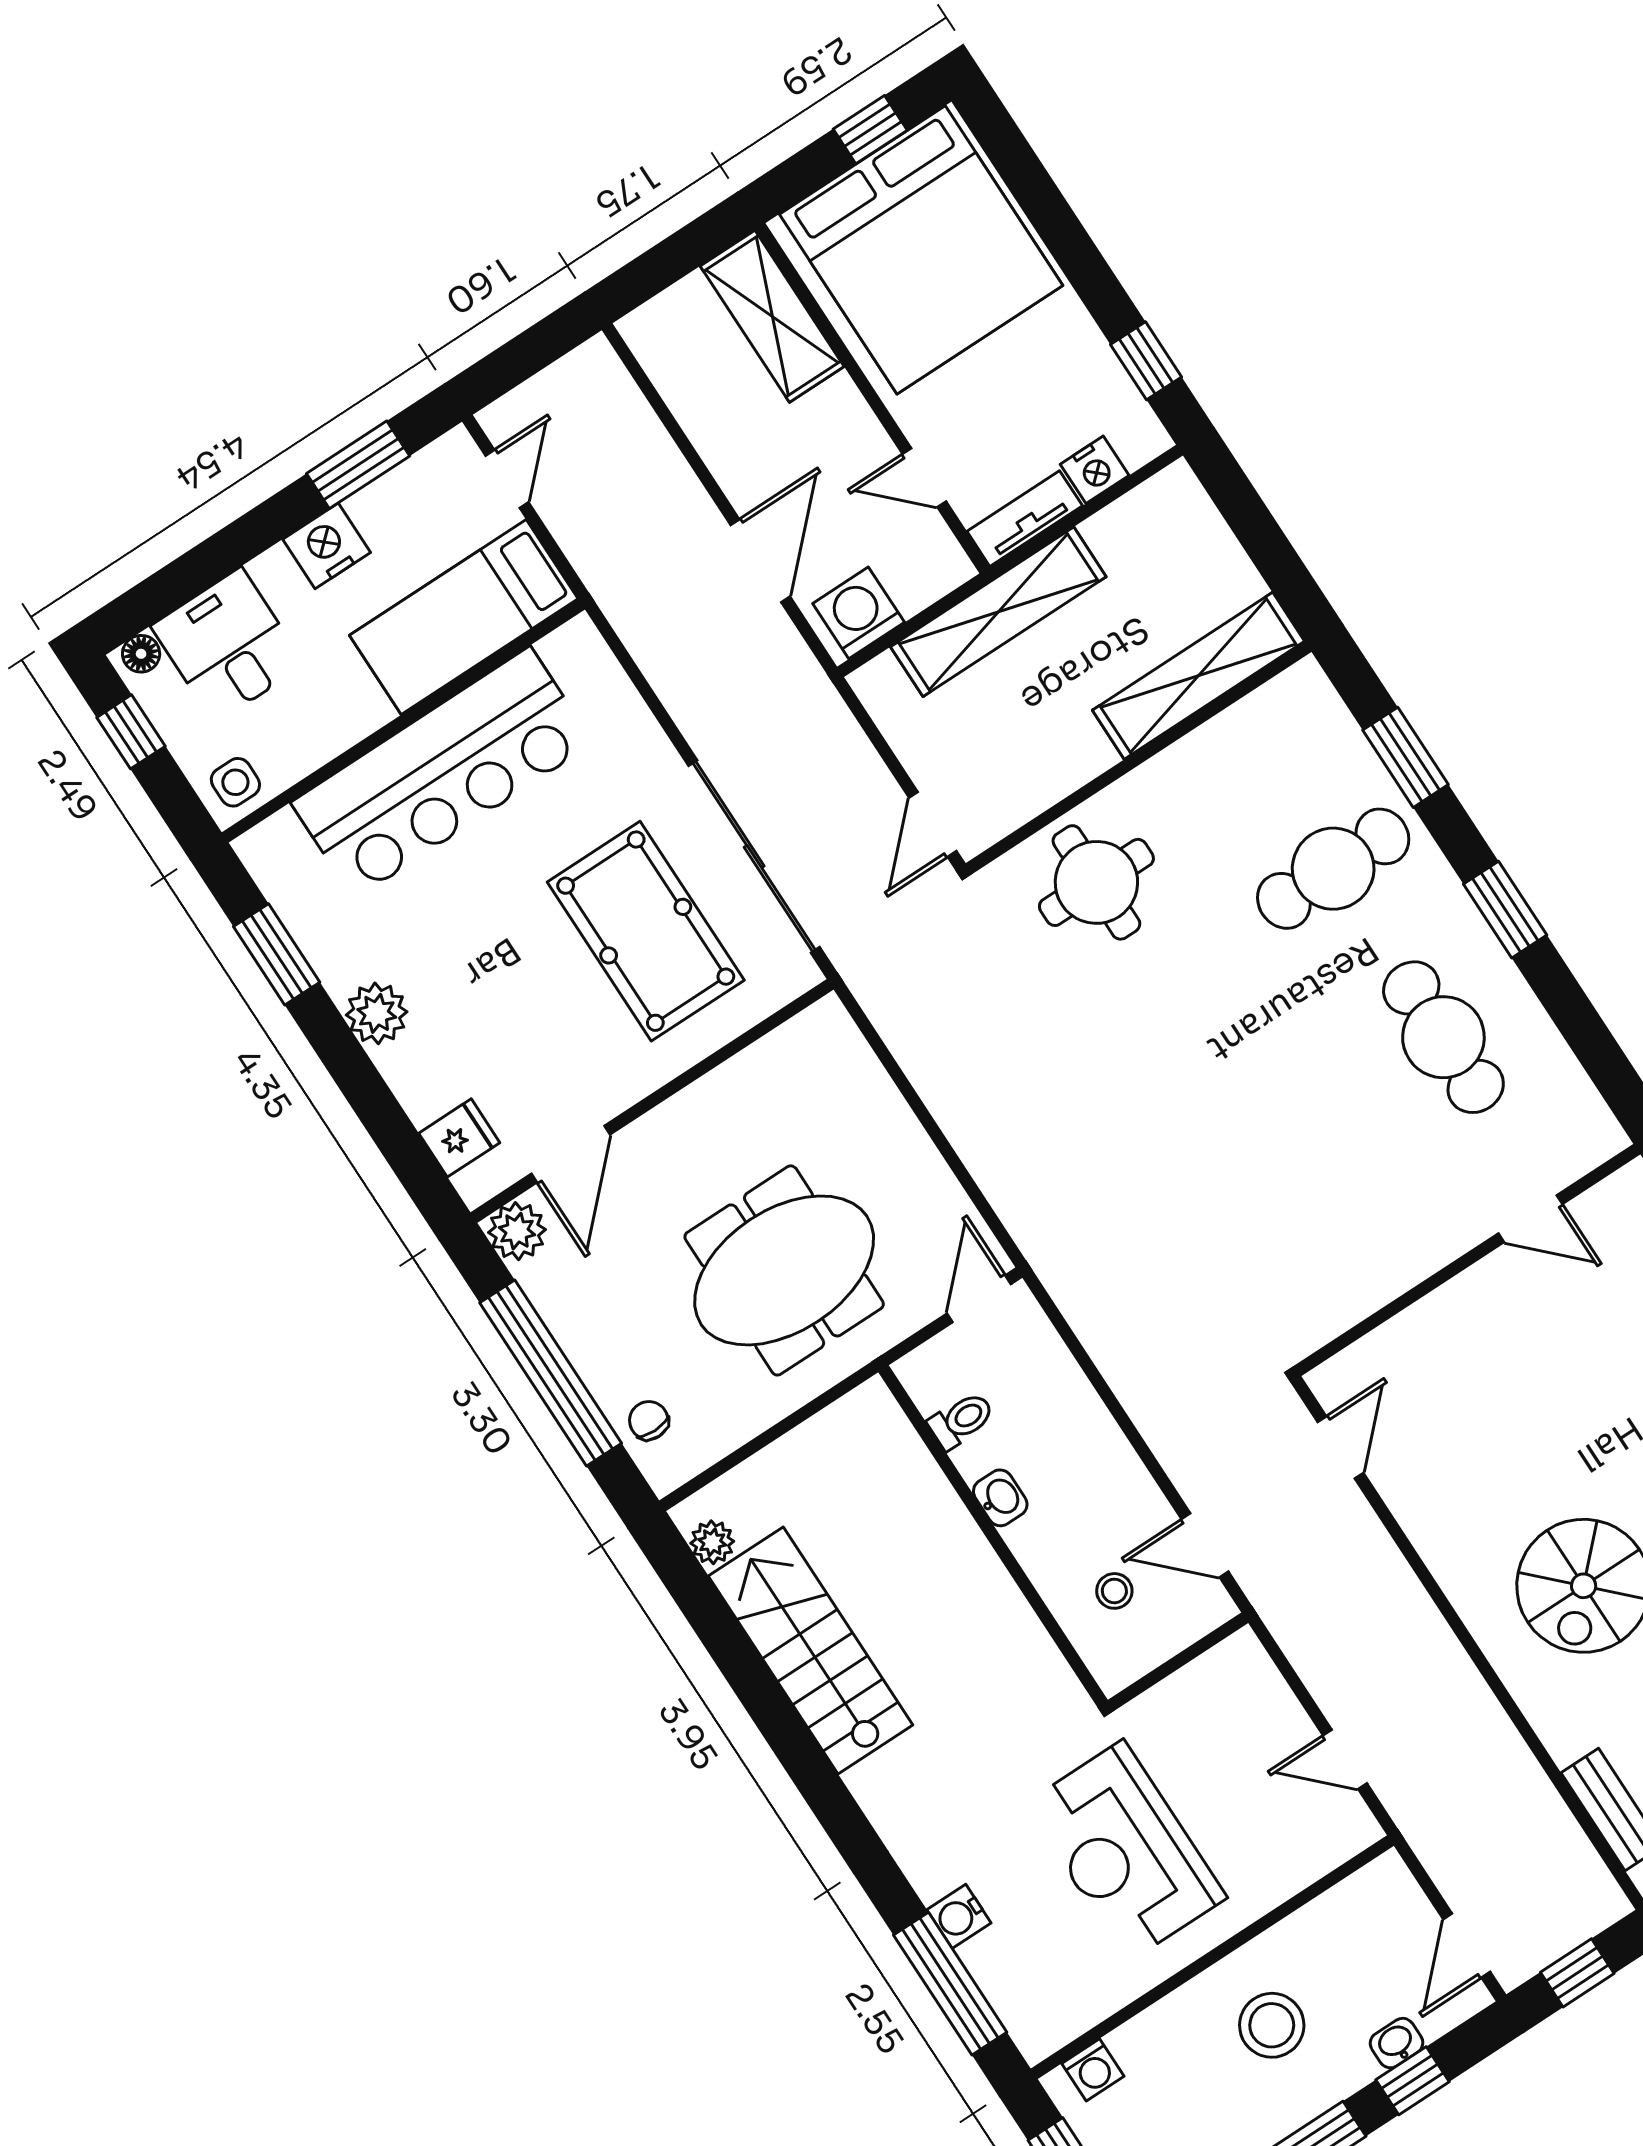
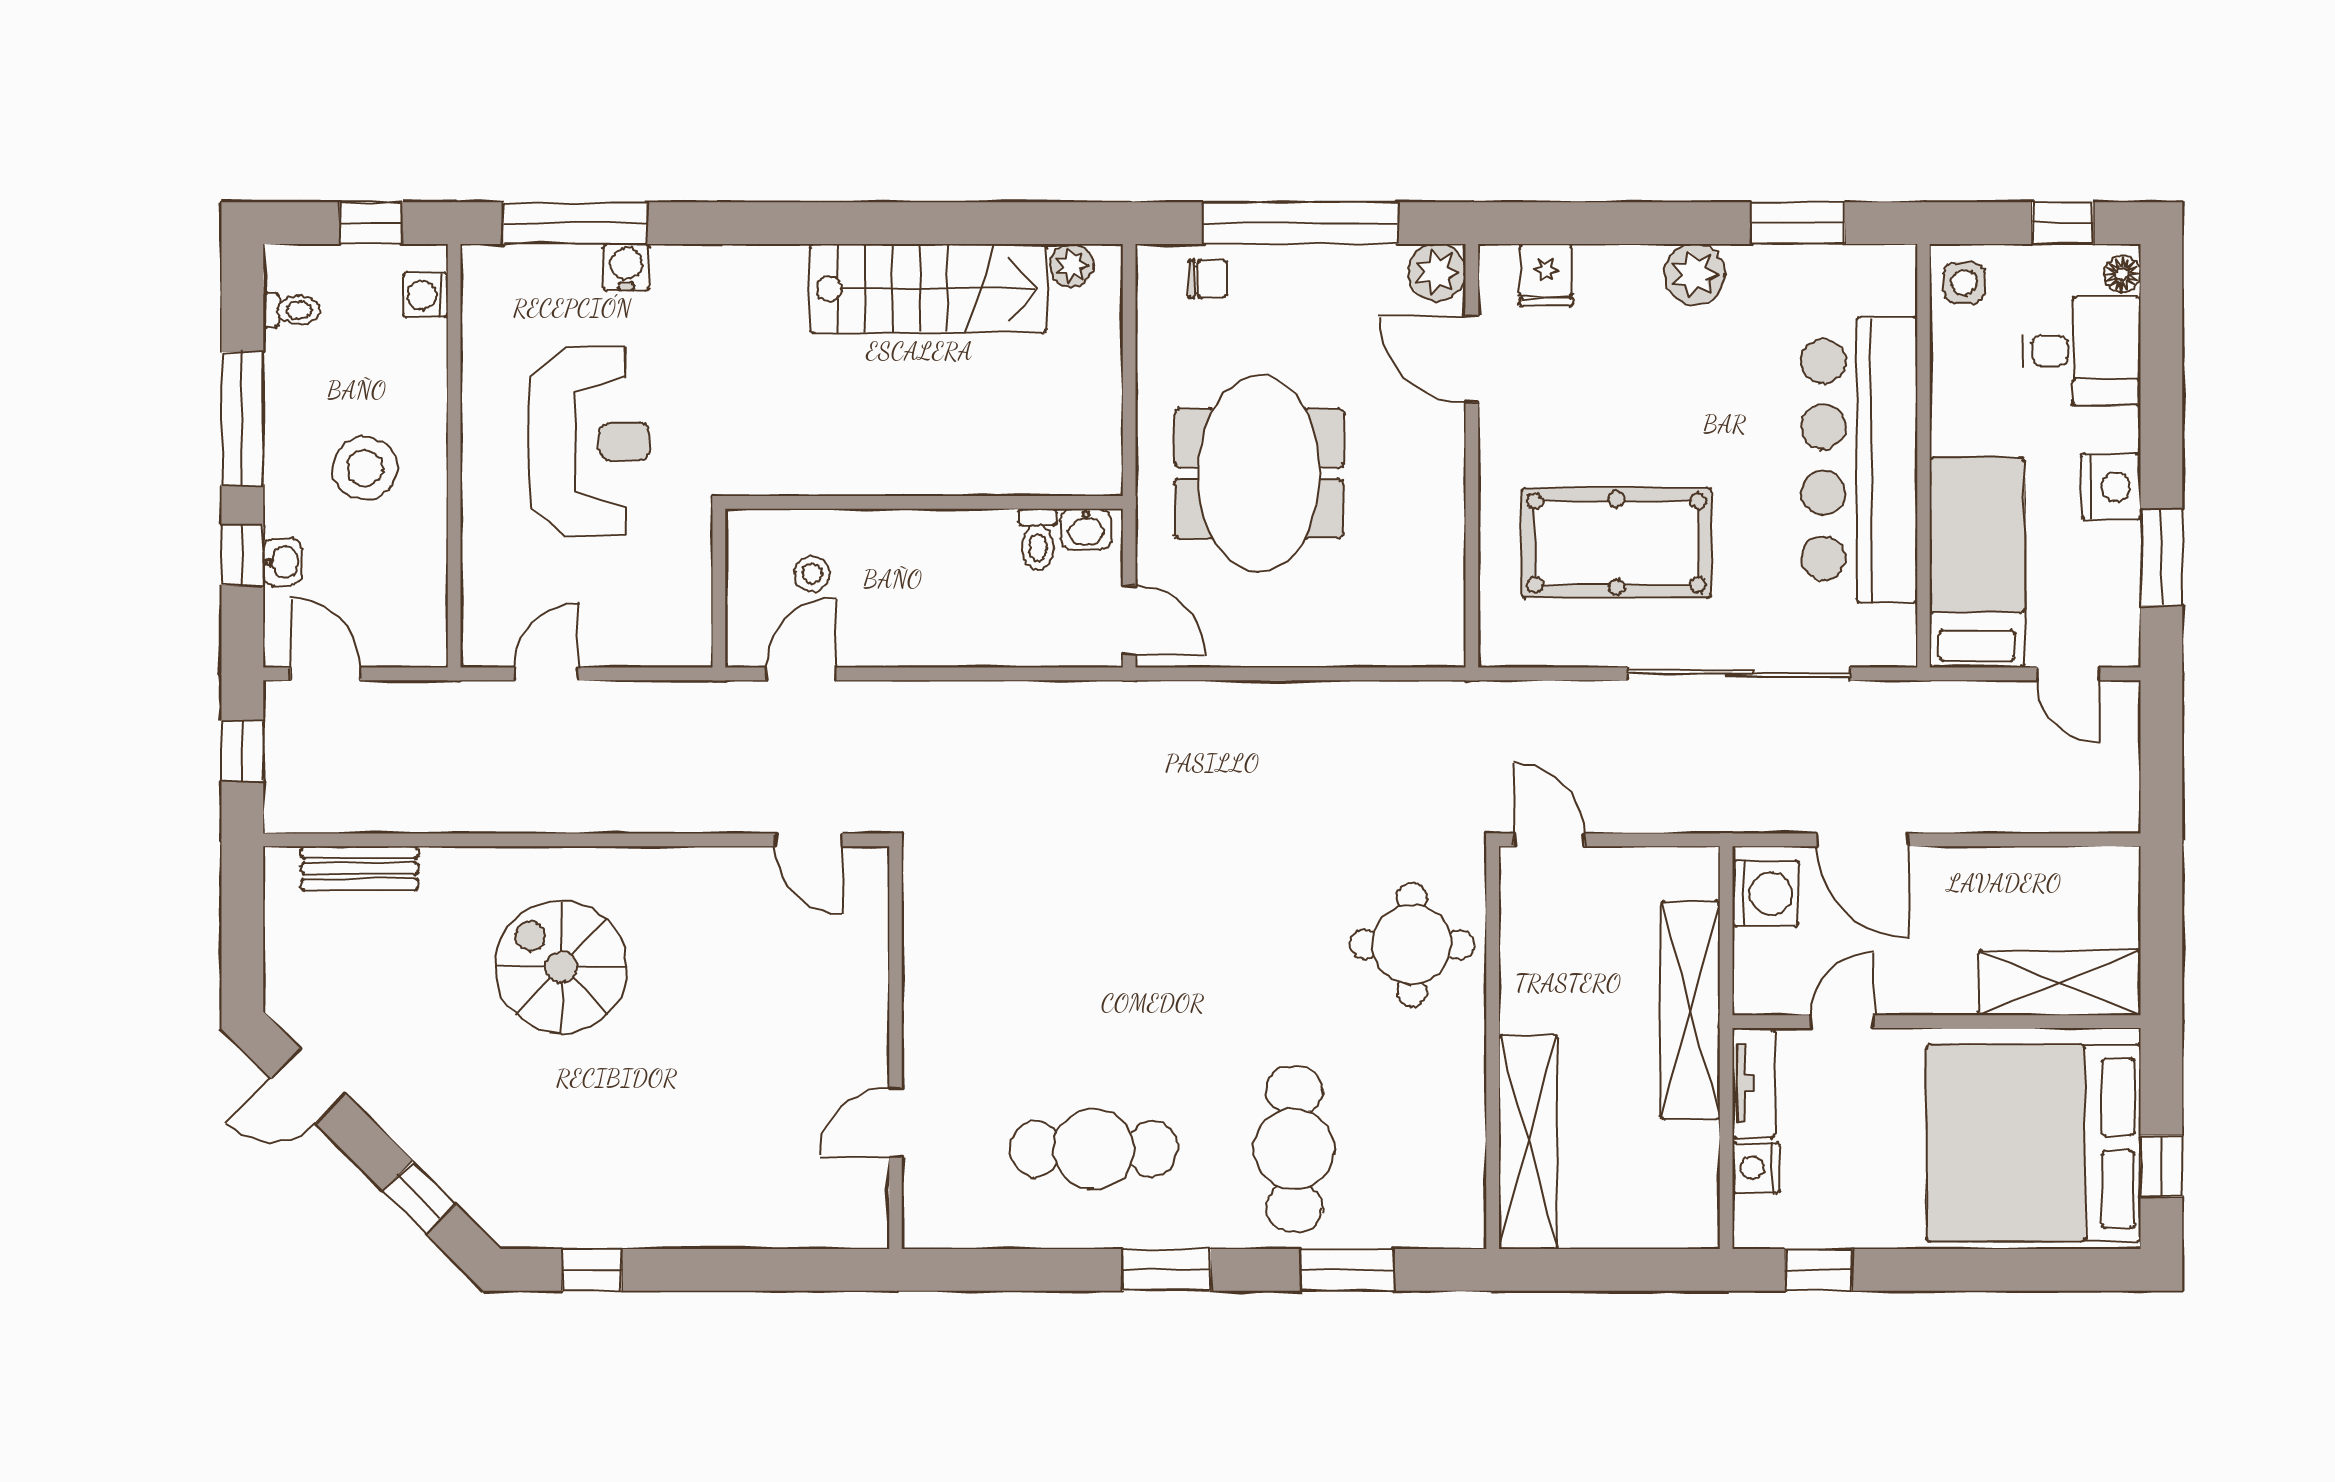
sliding door: (754, 857) -> (1739, 674), moved
washbasin: (1000, 1498) -> (1086, 529), moved
reception desk: (1126, 1851) -> (590, 441), turned 90

